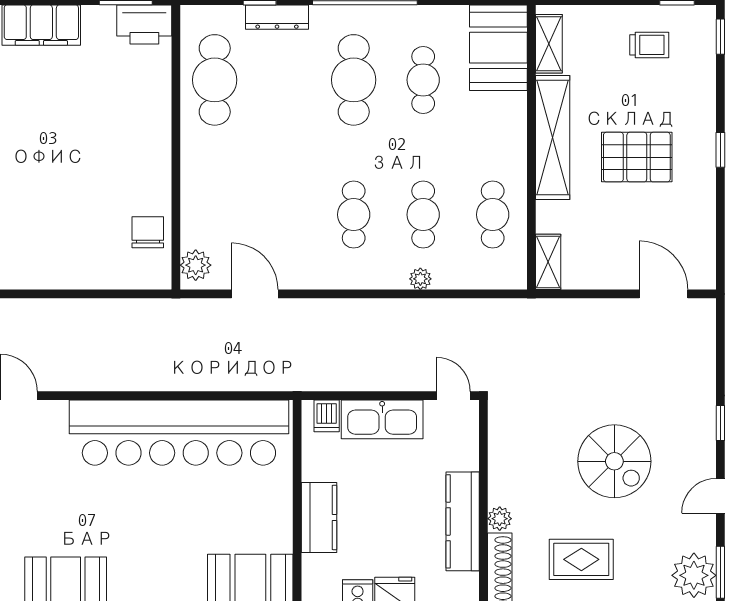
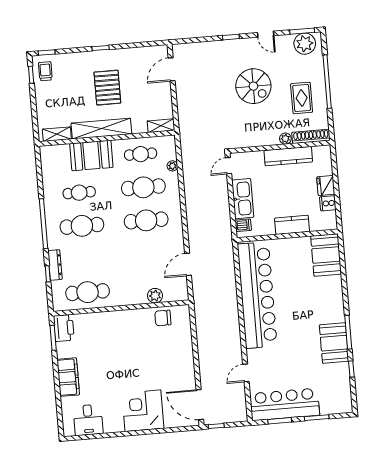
trolley: (649, 45) -> (45, 71), moved
booth: (498, 48) -> (91, 155), moved
cafe table: (354, 215) -> (146, 220), width x1.37, depth x1.35
cafe table: (423, 215) -> (143, 187), width x1.37, depth x1.35
plant: (196, 265) -> (155, 296), moved
plant: (420, 279) -> (172, 166), moved
spiral stairs: (614, 461) -> (253, 86), turned 90

